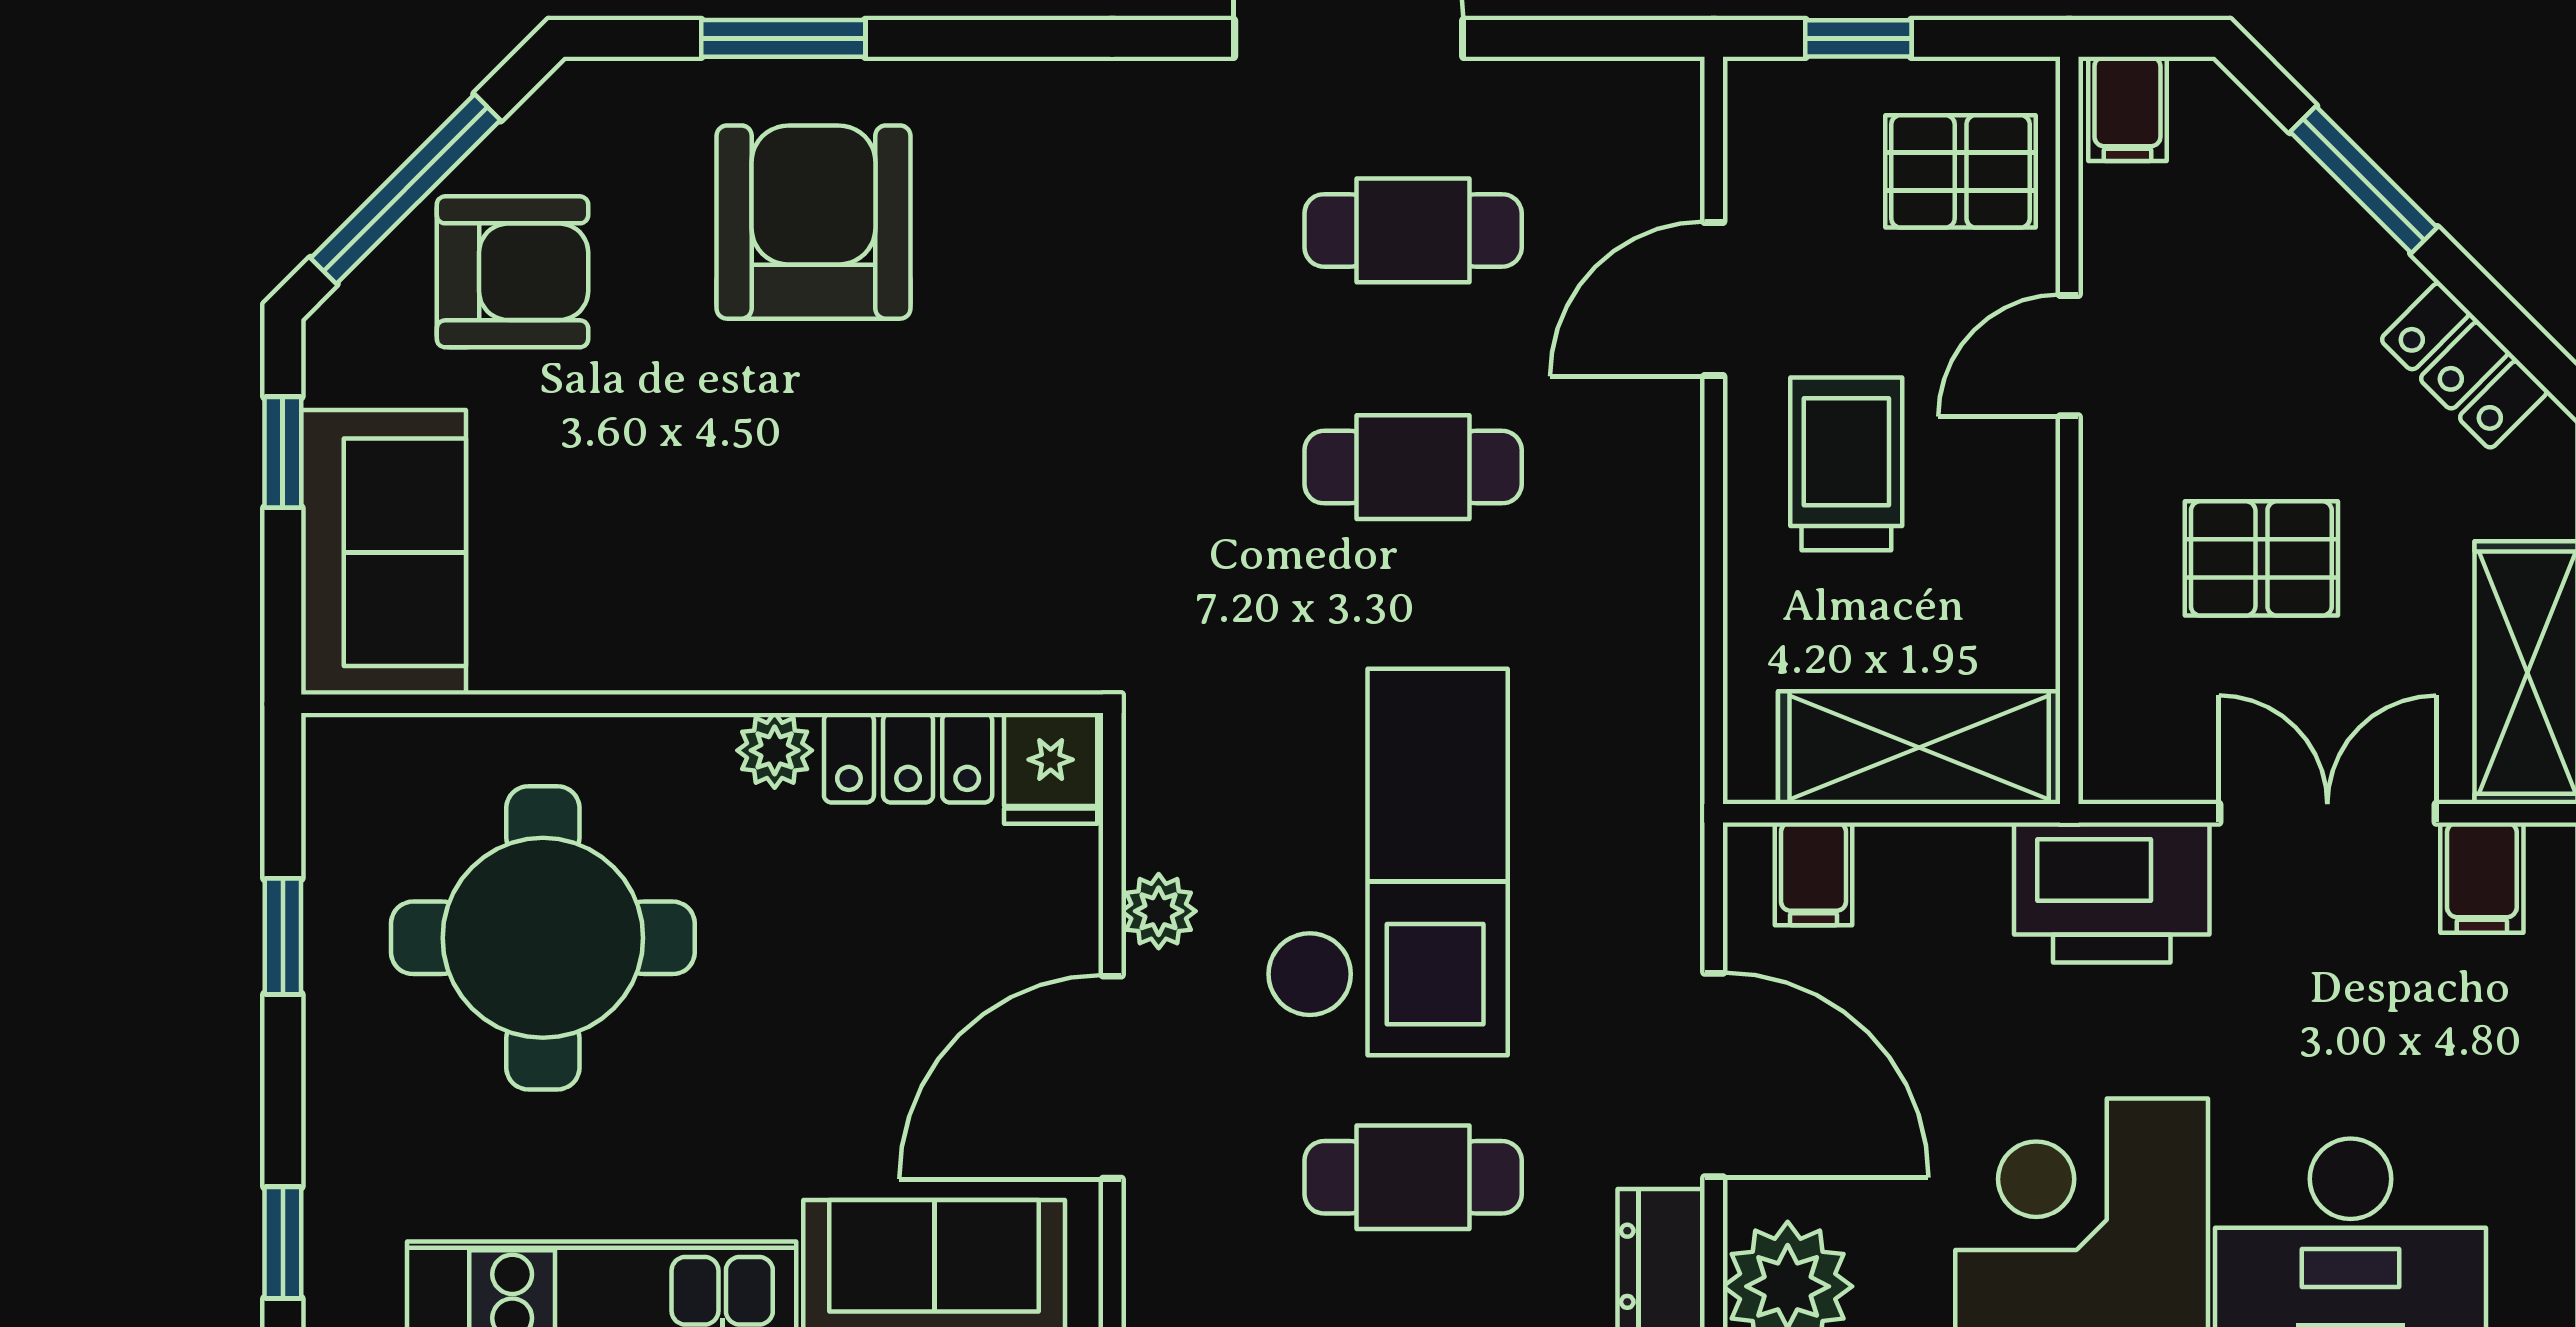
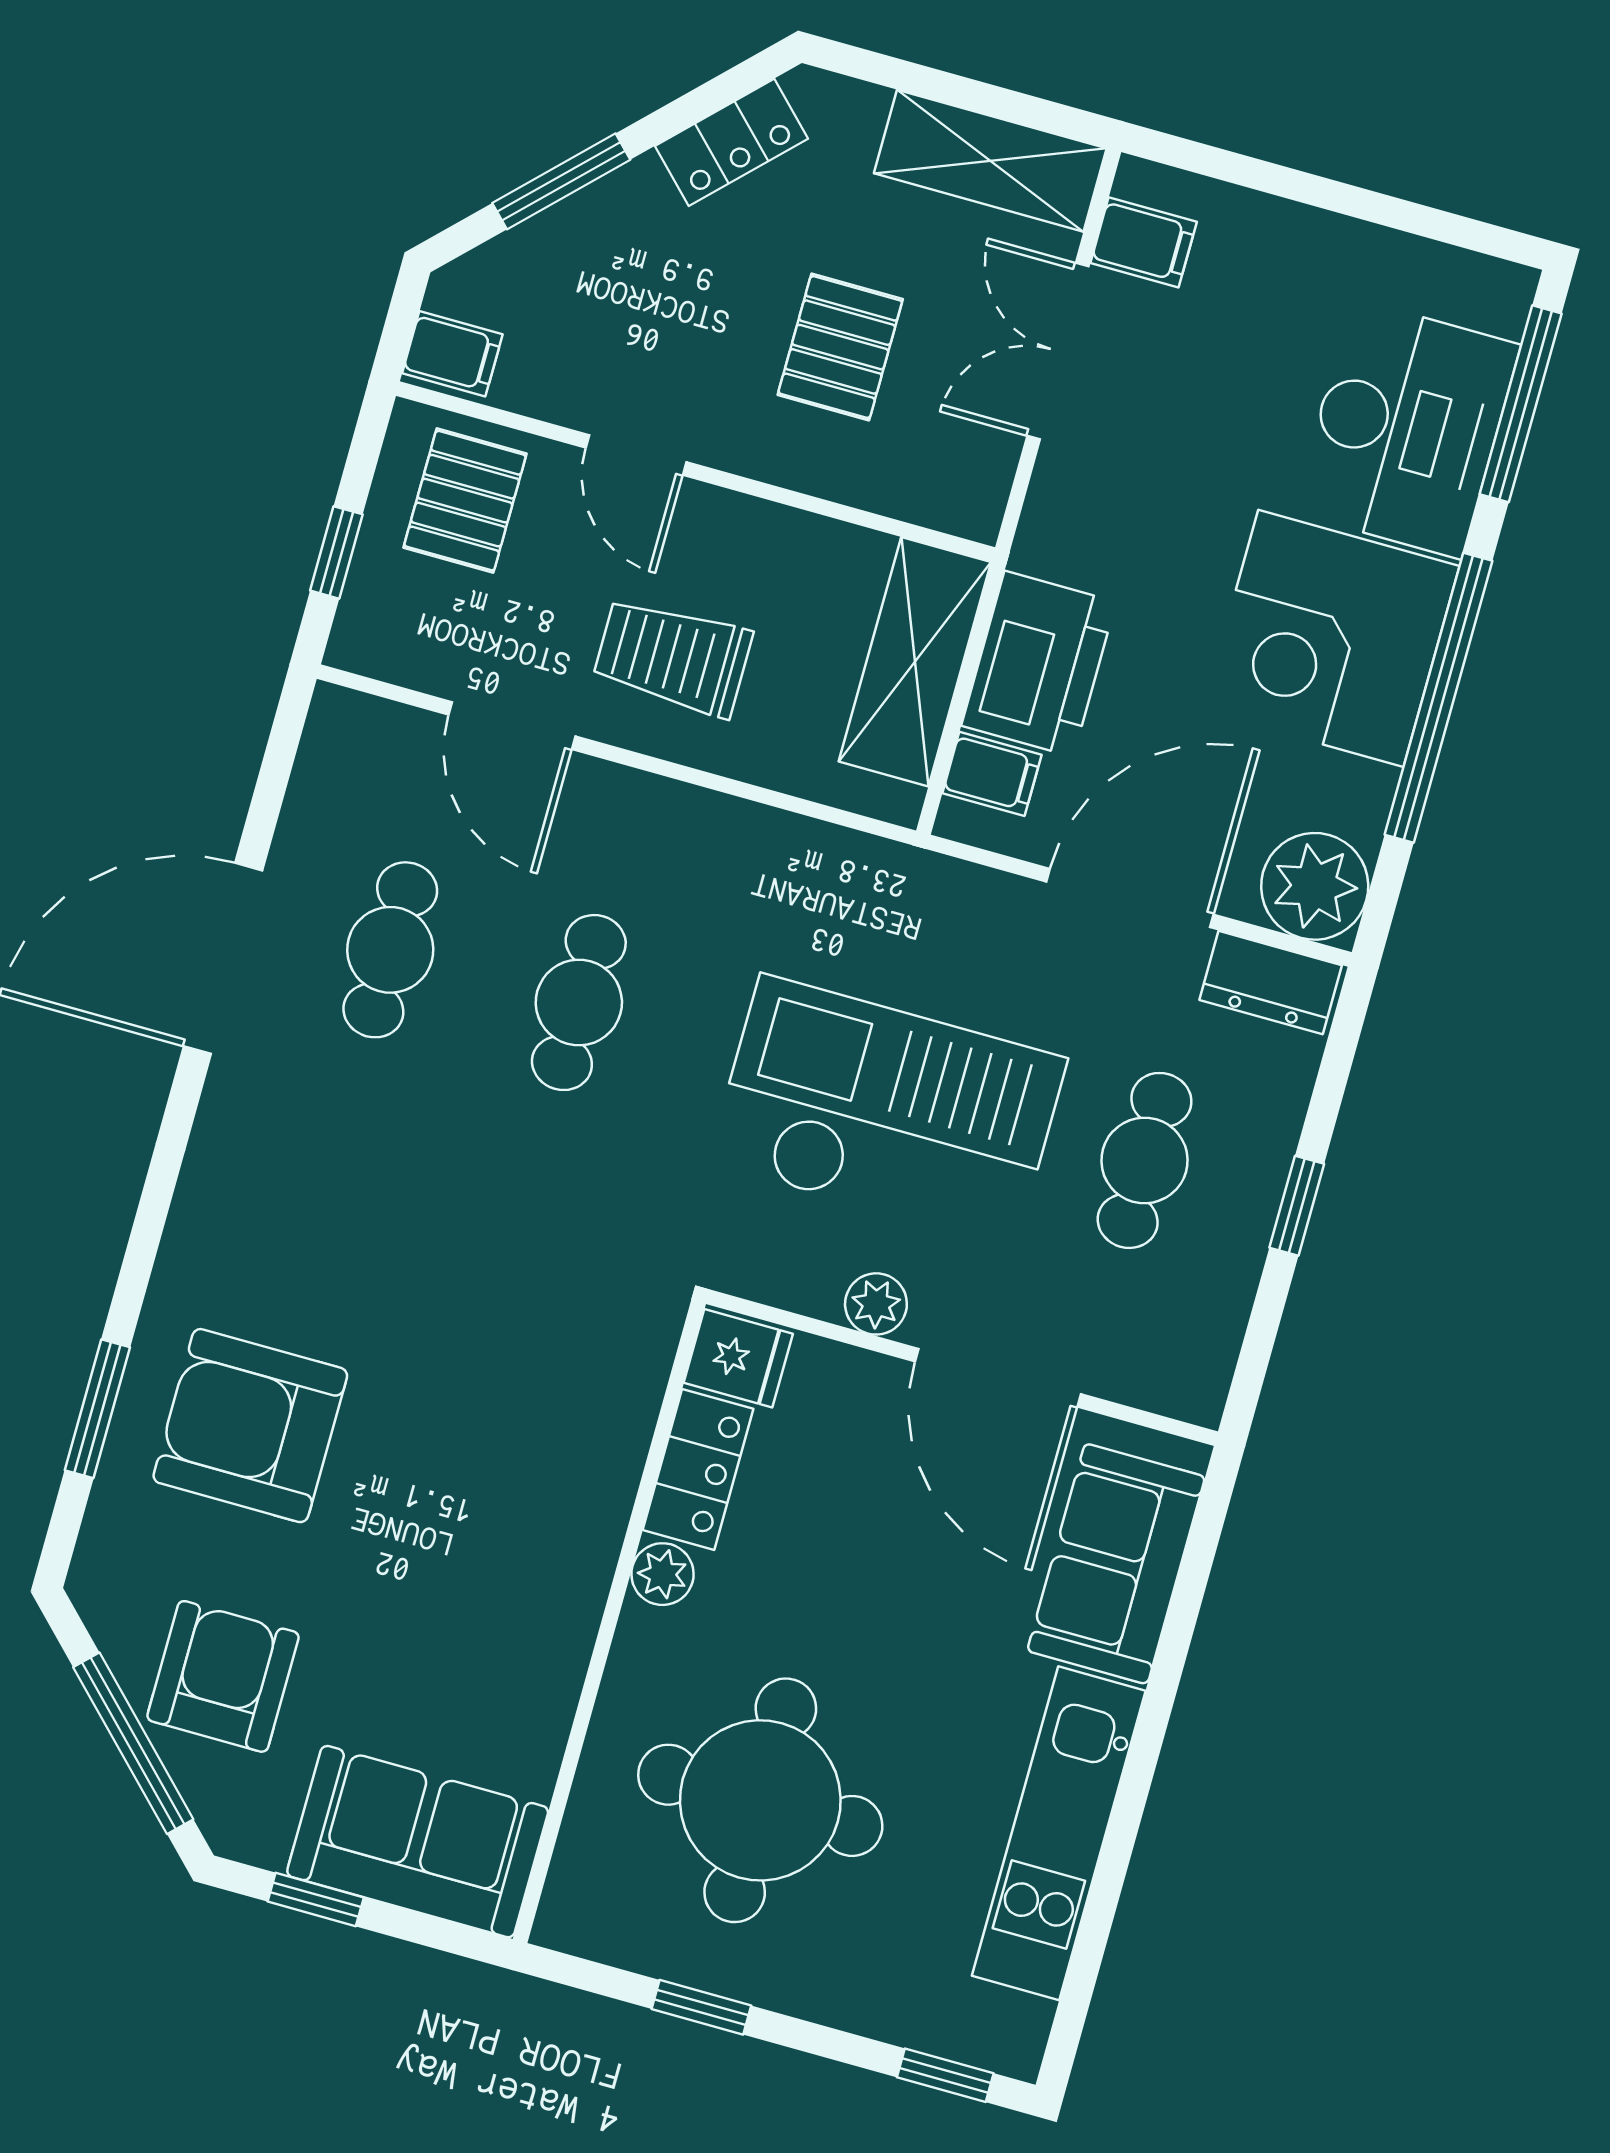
printer: (2112, 893) -> (1039, 664), moved

